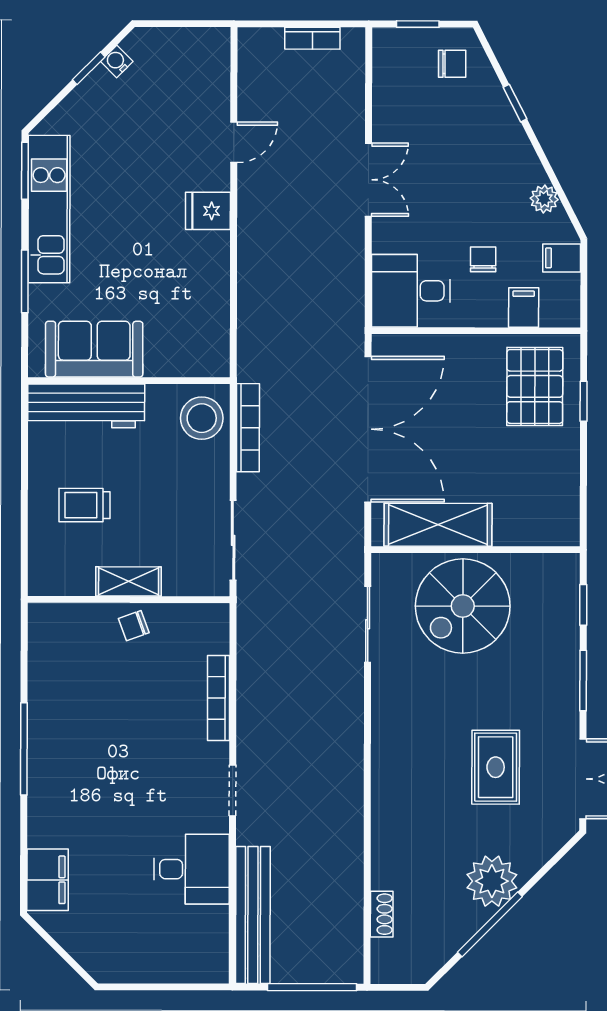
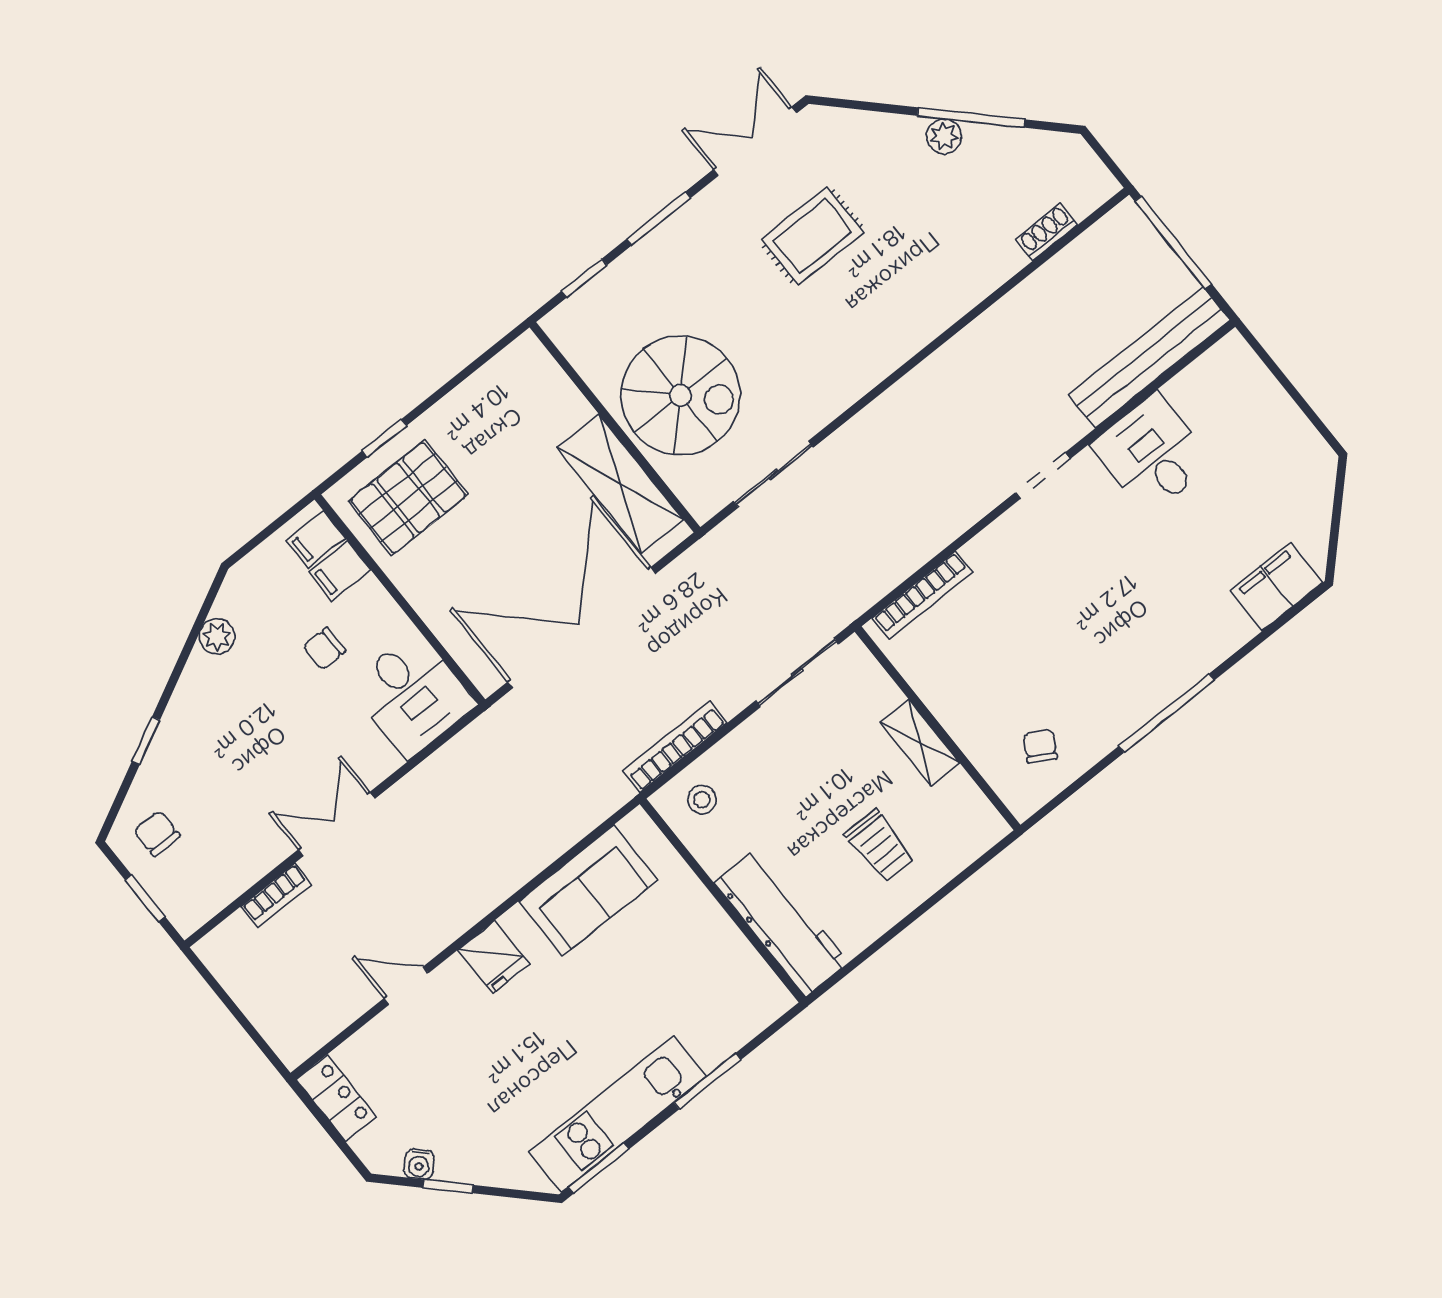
bookcase: (312, 38) -> (276, 896), moved, turned 90
locker: (199, 43) -> (336, 1098), added
filing cabinet: (562, 258) -> (316, 539), moved, turned 90
sofa: (94, 349) -> (588, 890), moved, turned -90
stool: (202, 418) -> (702, 800), width x0.53, depth x0.53
chair: (134, 626) -> (1040, 746), moved, turned -130
bookcase: (219, 698) -> (922, 595), moved
plant: (492, 881) -> (944, 136), width x0.53, depth x0.53

